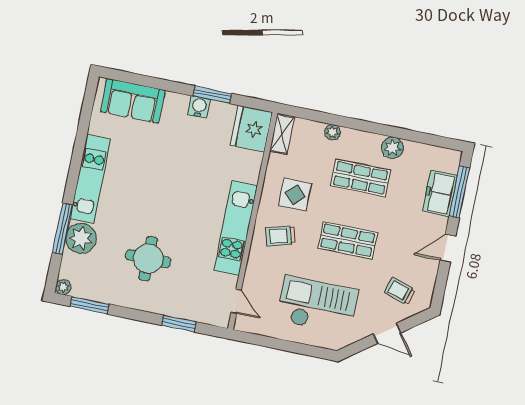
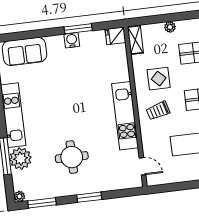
fridge: (251, 129) -> (115, 36), width x0.53, depth x0.75
window: (179, 324) -> (89, 197), moved

